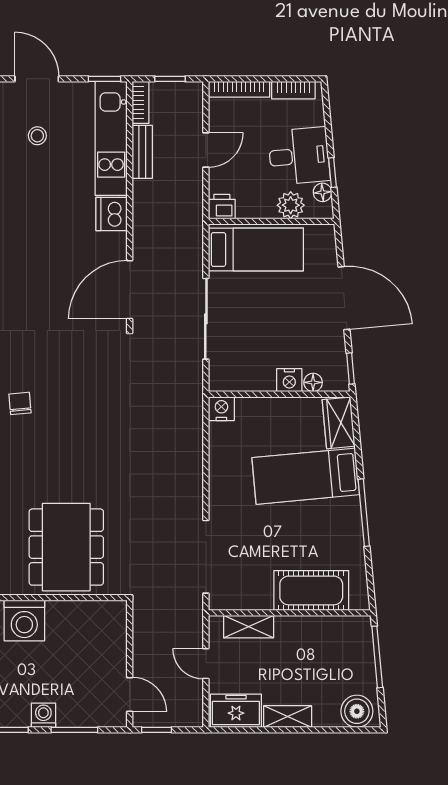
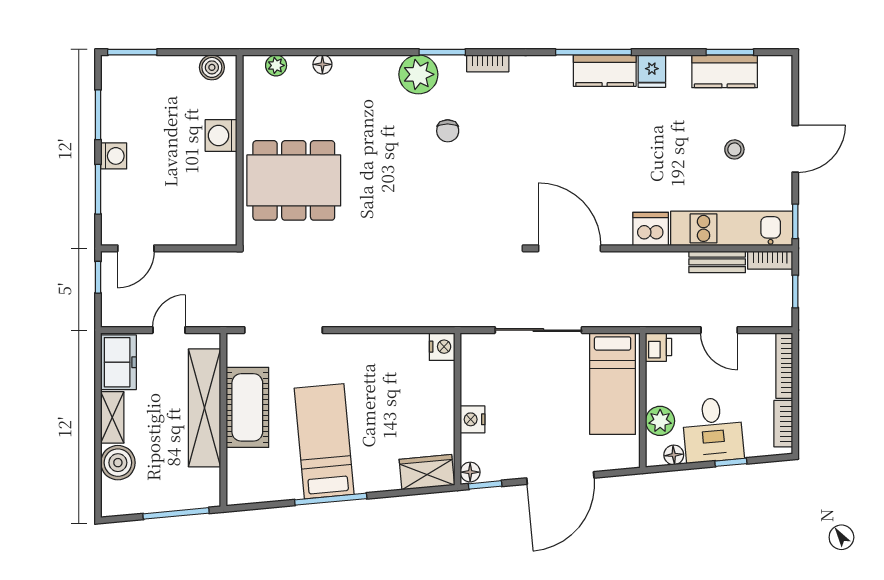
window: (332, 172) -> (731, 462), moved
floor lamp: (313, 382) -> (470, 472), moved
chair: (20, 403) -> (448, 131), turned 95
bed: (306, 476) -> (324, 441), moved
cot: (311, 590) -> (247, 407), moved
washing machine: (24, 620) -> (221, 135), width x0.73, depth x0.73
shelving: (249, 627) -> (204, 408), width x2.20, depth x1.33
boiler: (357, 711) -> (118, 463), moved

